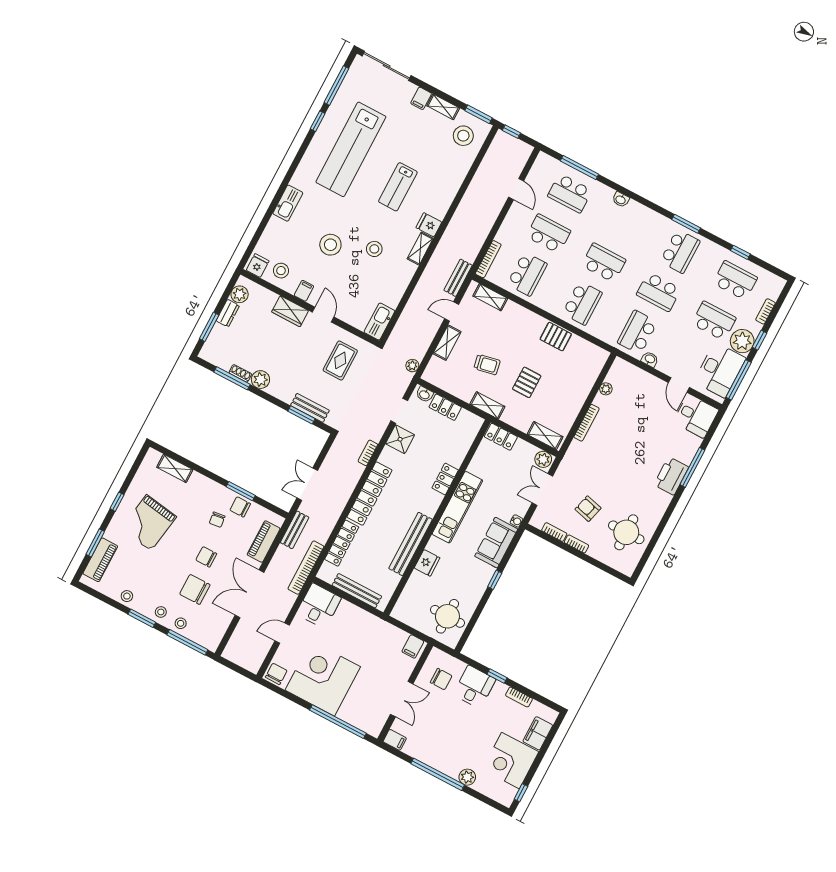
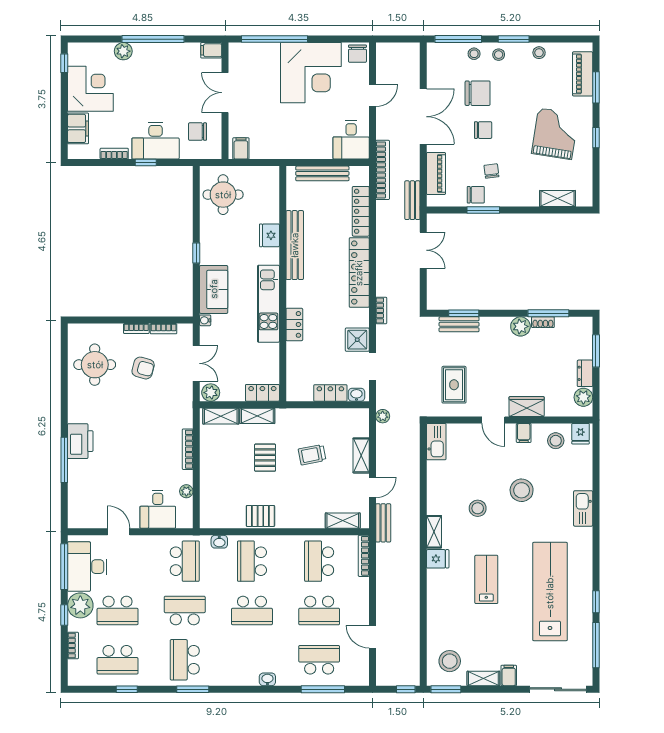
washbasin: (650, 359) -> (219, 542), moved
shelving: (487, 405) -> (257, 416), moved
desk: (696, 416) -> (158, 509), moved, turned -90
desk: (474, 687) -> (156, 141), width x1.37

